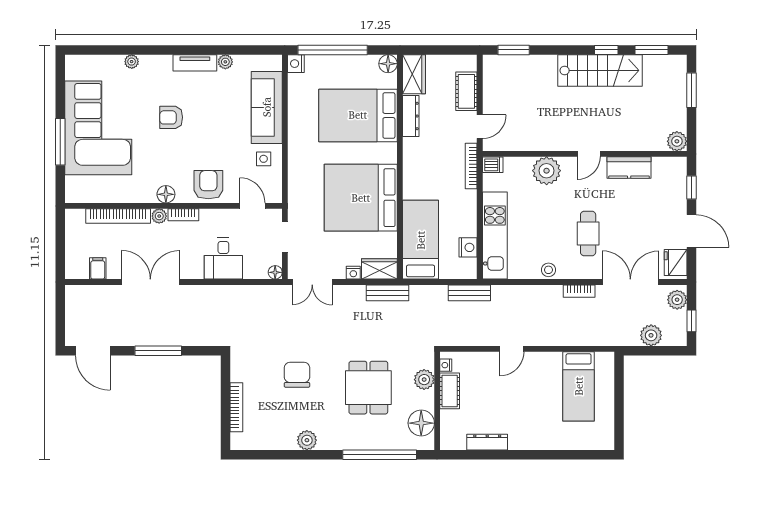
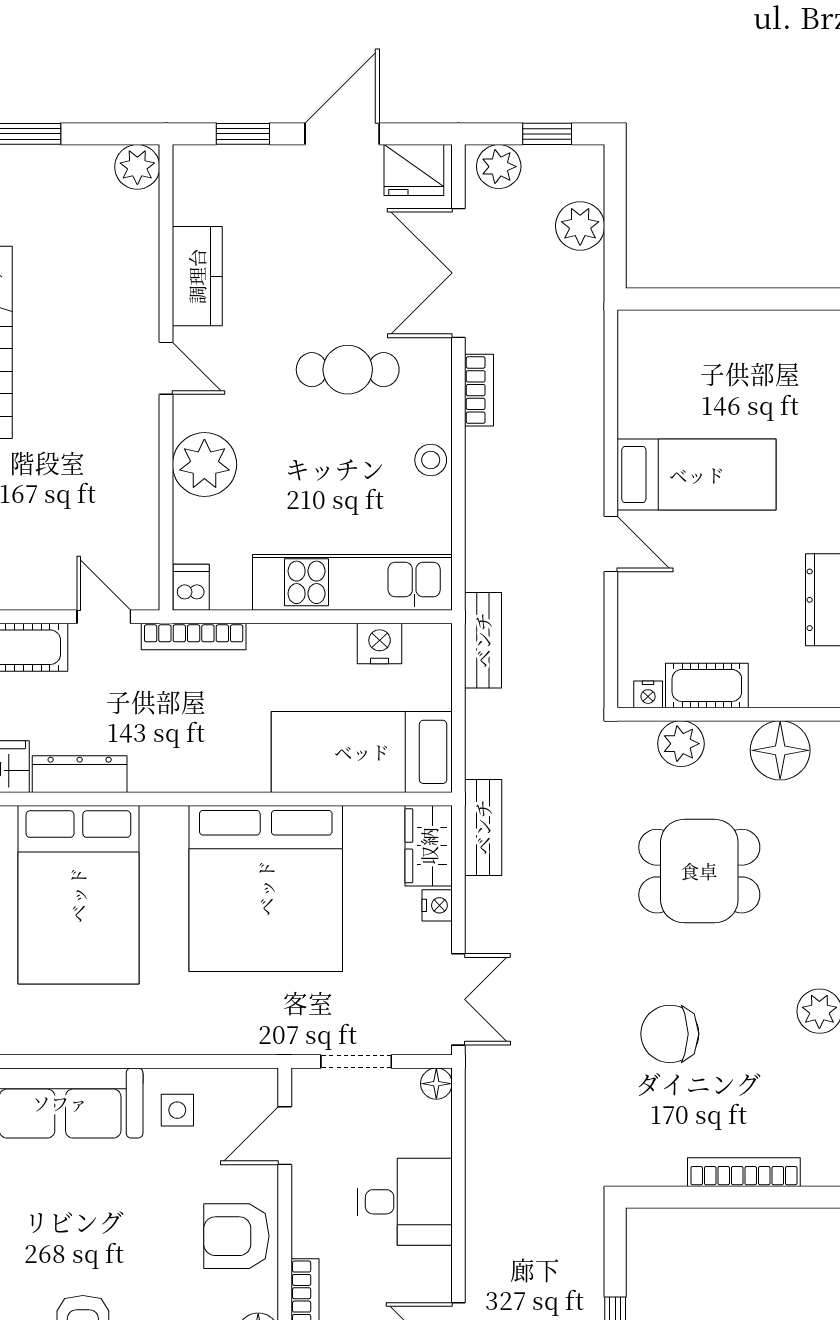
bed: (579, 386) -> (697, 475), moved

